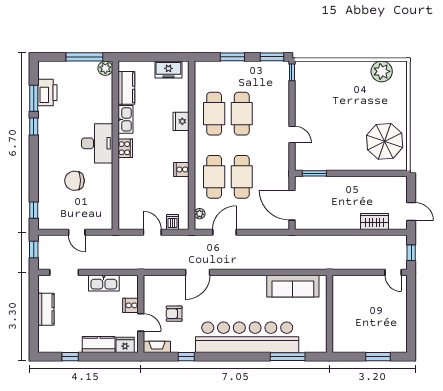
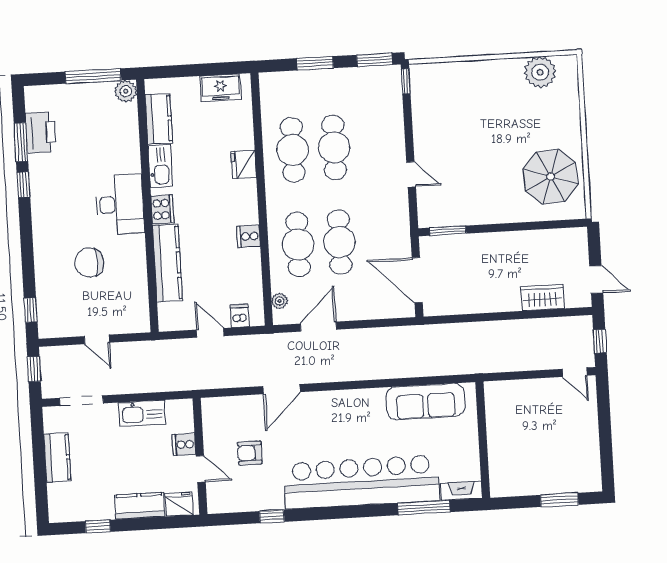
kitchen counter: (127, 184) -> (167, 263), added
fireplace: (157, 347) -> (461, 491), moved

